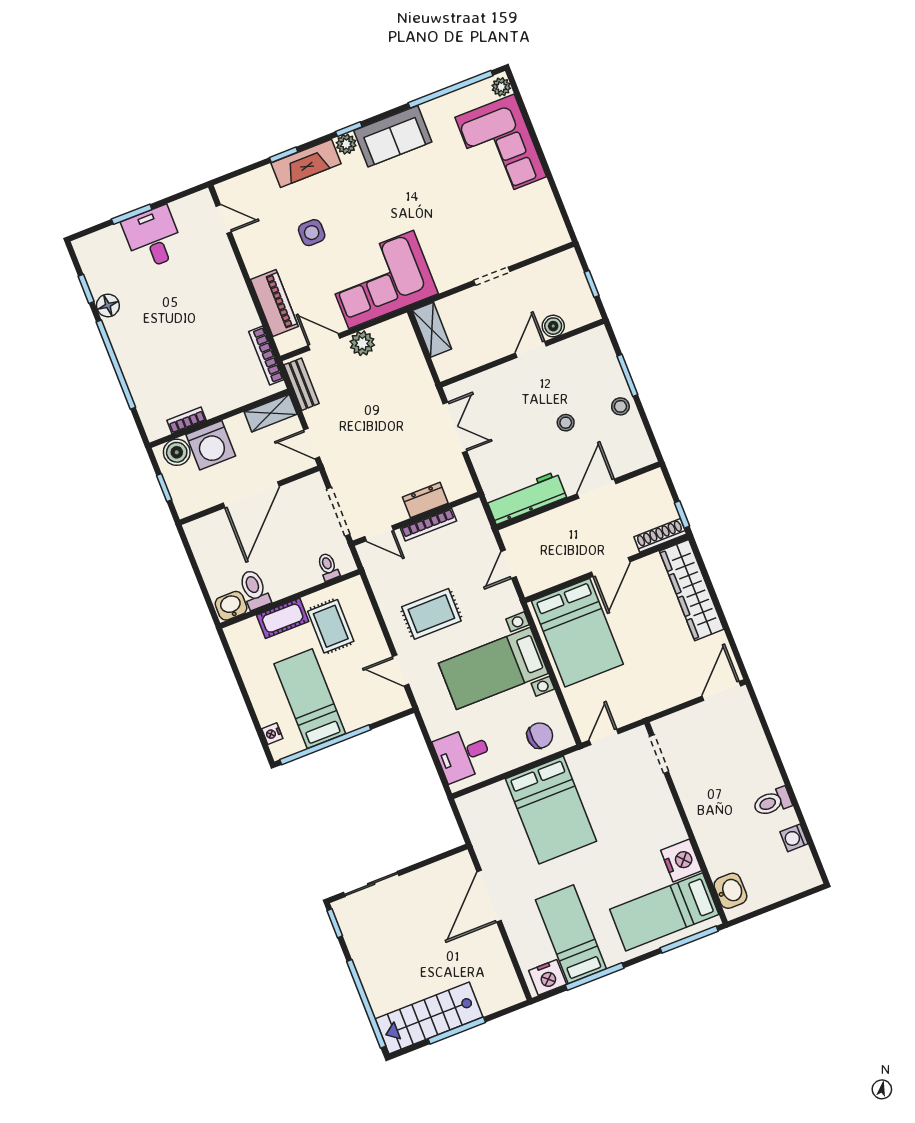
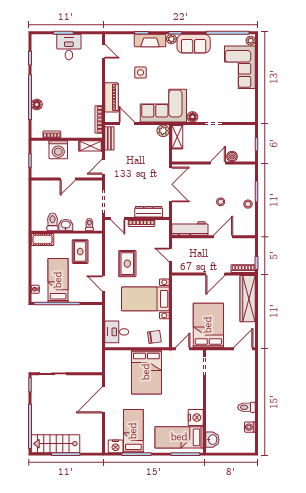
floor lamp: (446, 279) -> (193, 117), added
floor lamp: (108, 305) -> (37, 105), moved
plant: (362, 343) -> (163, 131), moved
double door: (455, 427) -> (170, 184), width x1.37
door: (312, 444) -> (104, 167), hinge flipped
boiler: (177, 452) -> (42, 147), removed
door: (251, 495) -> (68, 179), width x0.53
dresser: (425, 500) -> (149, 212), width x1.44
door: (509, 564) -> (170, 255), hinge flipped
washbasin: (231, 606) -> (66, 225), moved
rug: (431, 614) -> (127, 264), turned 90
cot: (283, 618) -> (43, 240), moved
bed: (577, 633) -> (208, 325), moved, turned 180

